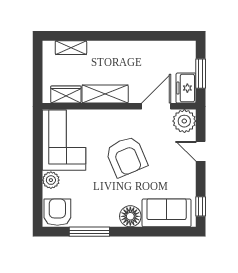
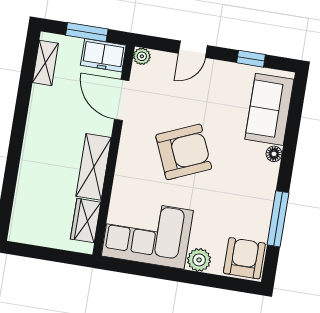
shelving: (71, 48) -> (45, 63), moved
plant: (184, 121) -> (142, 56), width x0.53, depth x0.53
window: (201, 206) -> (251, 59), moved
armchair: (57, 212) -> (244, 258), turned 90
floor lamp: (130, 216) -> (274, 154), width x0.53, depth x0.53

